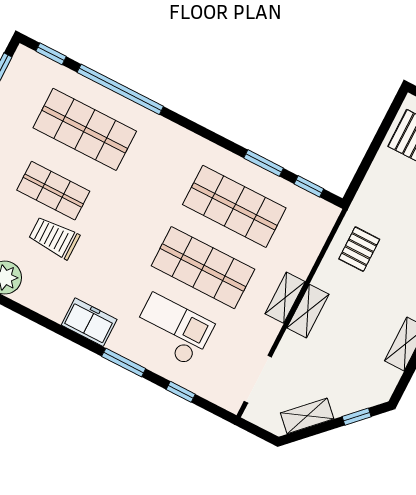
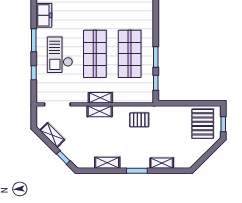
checkout: (173, 330) -> (60, 55), turned 180

